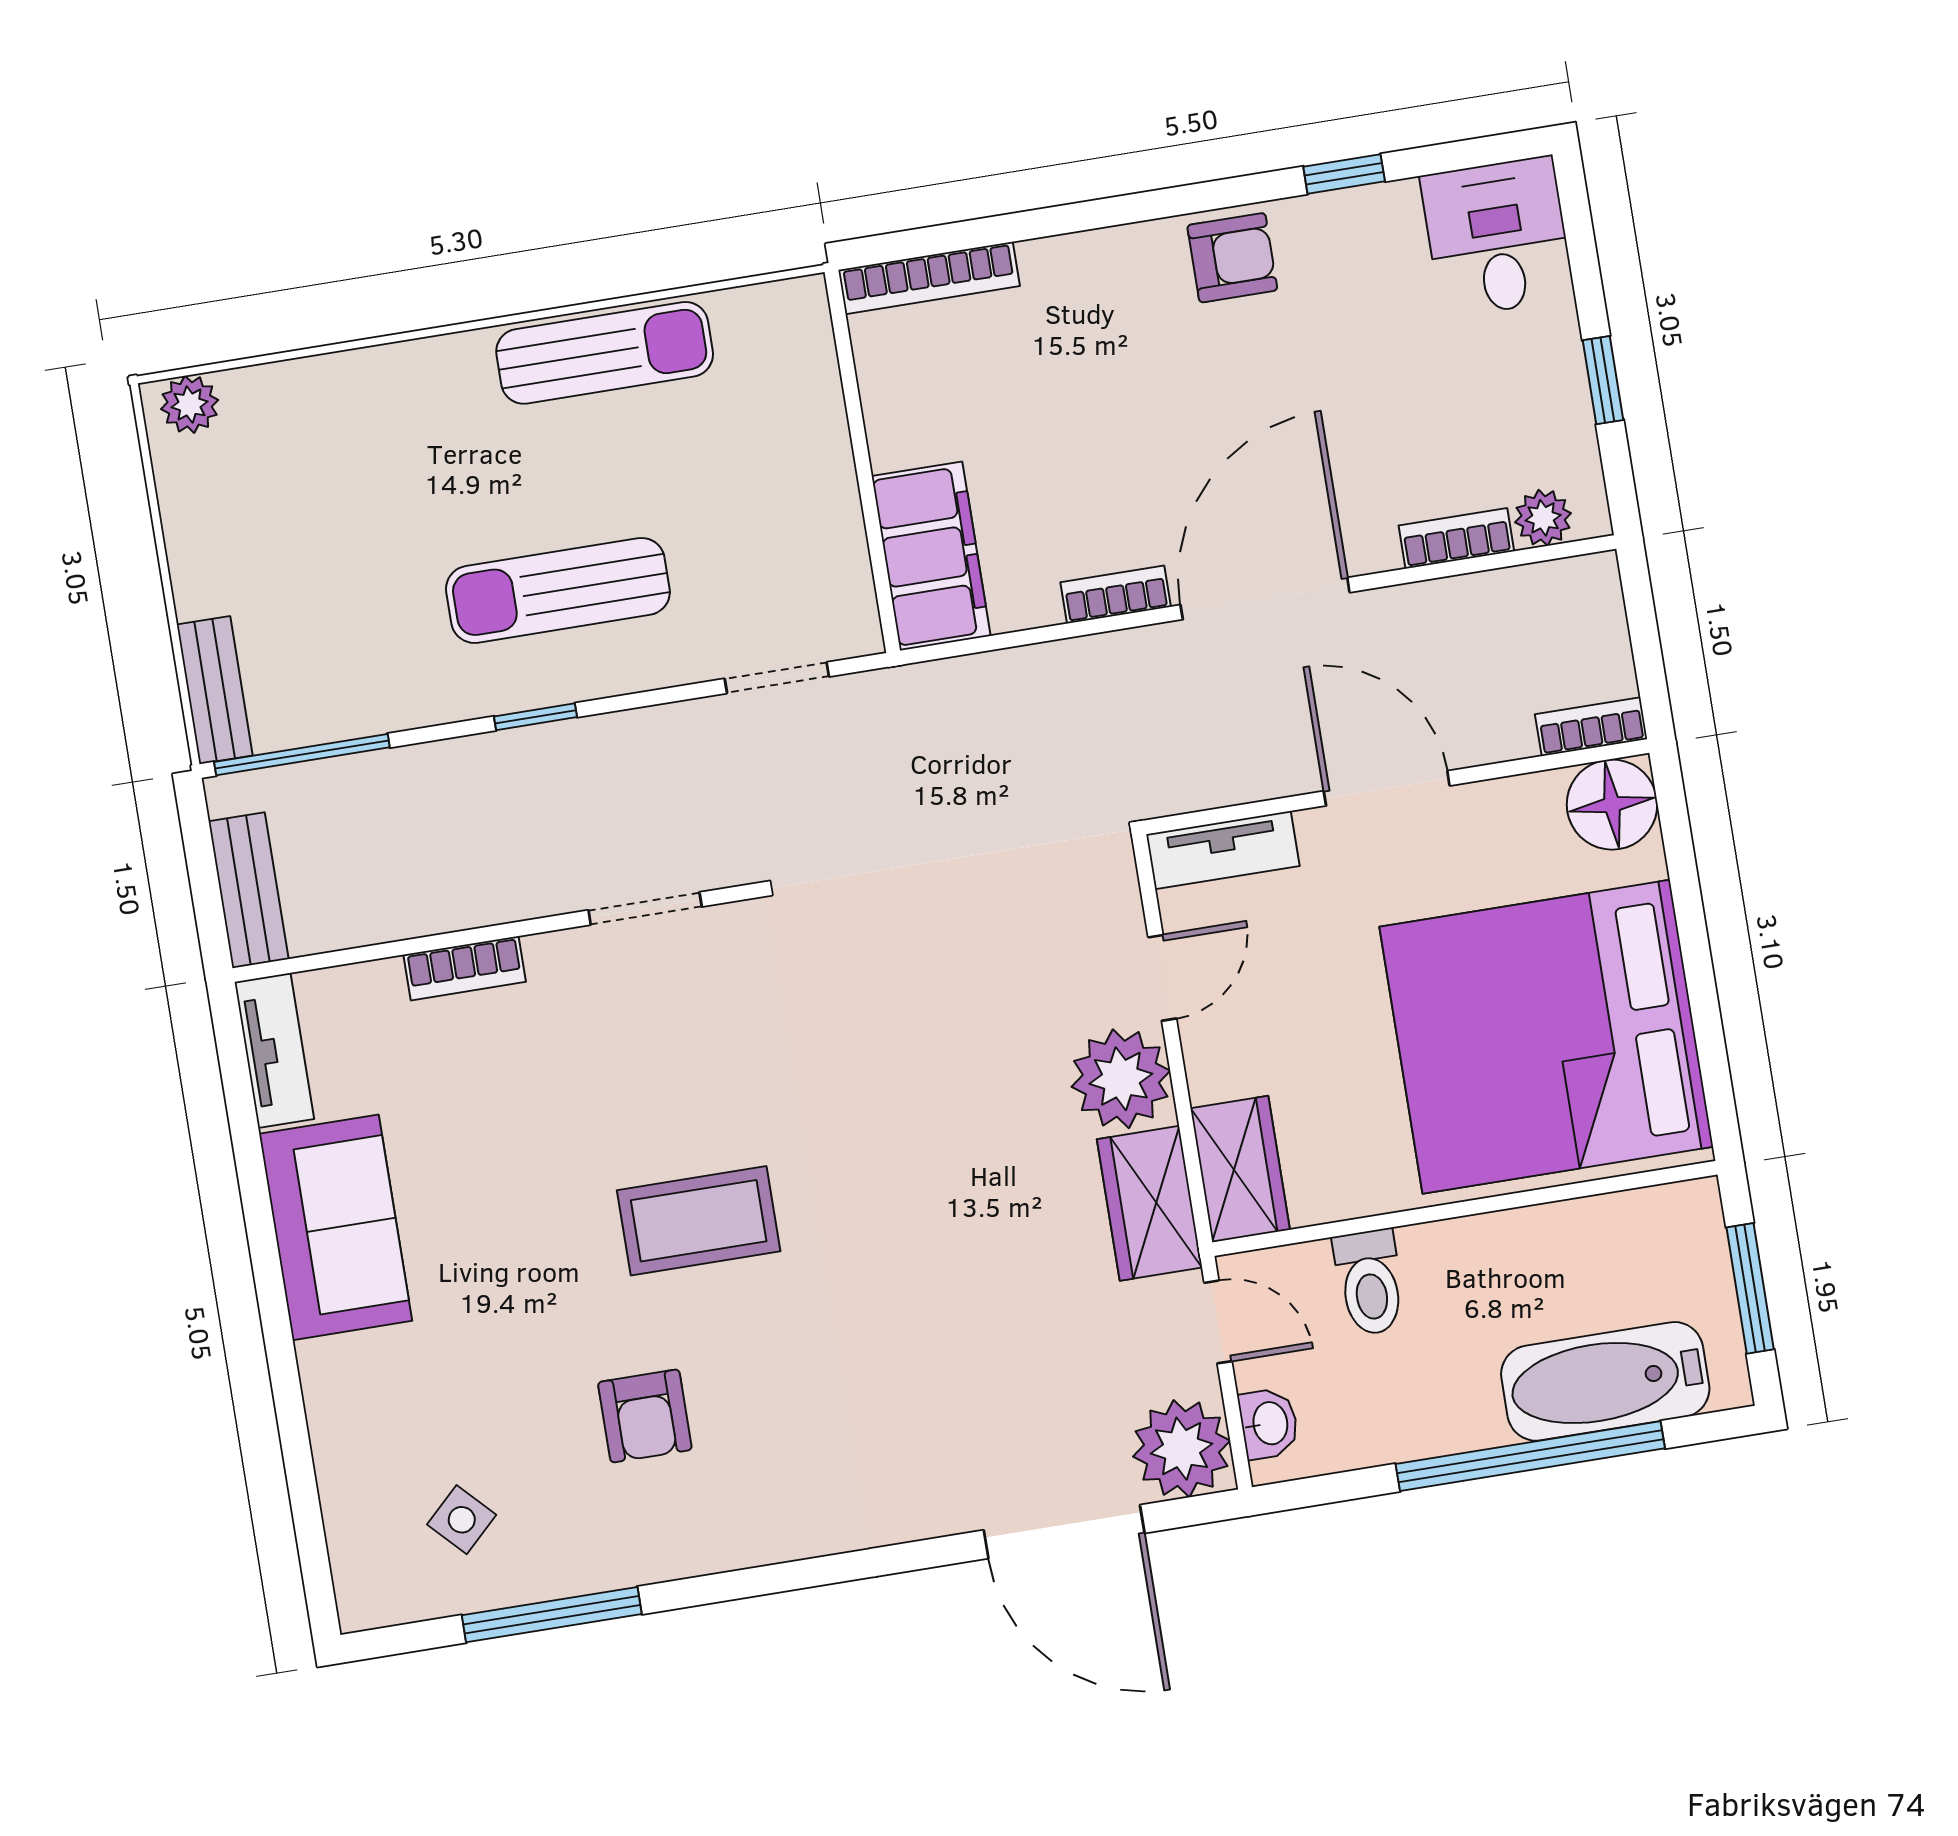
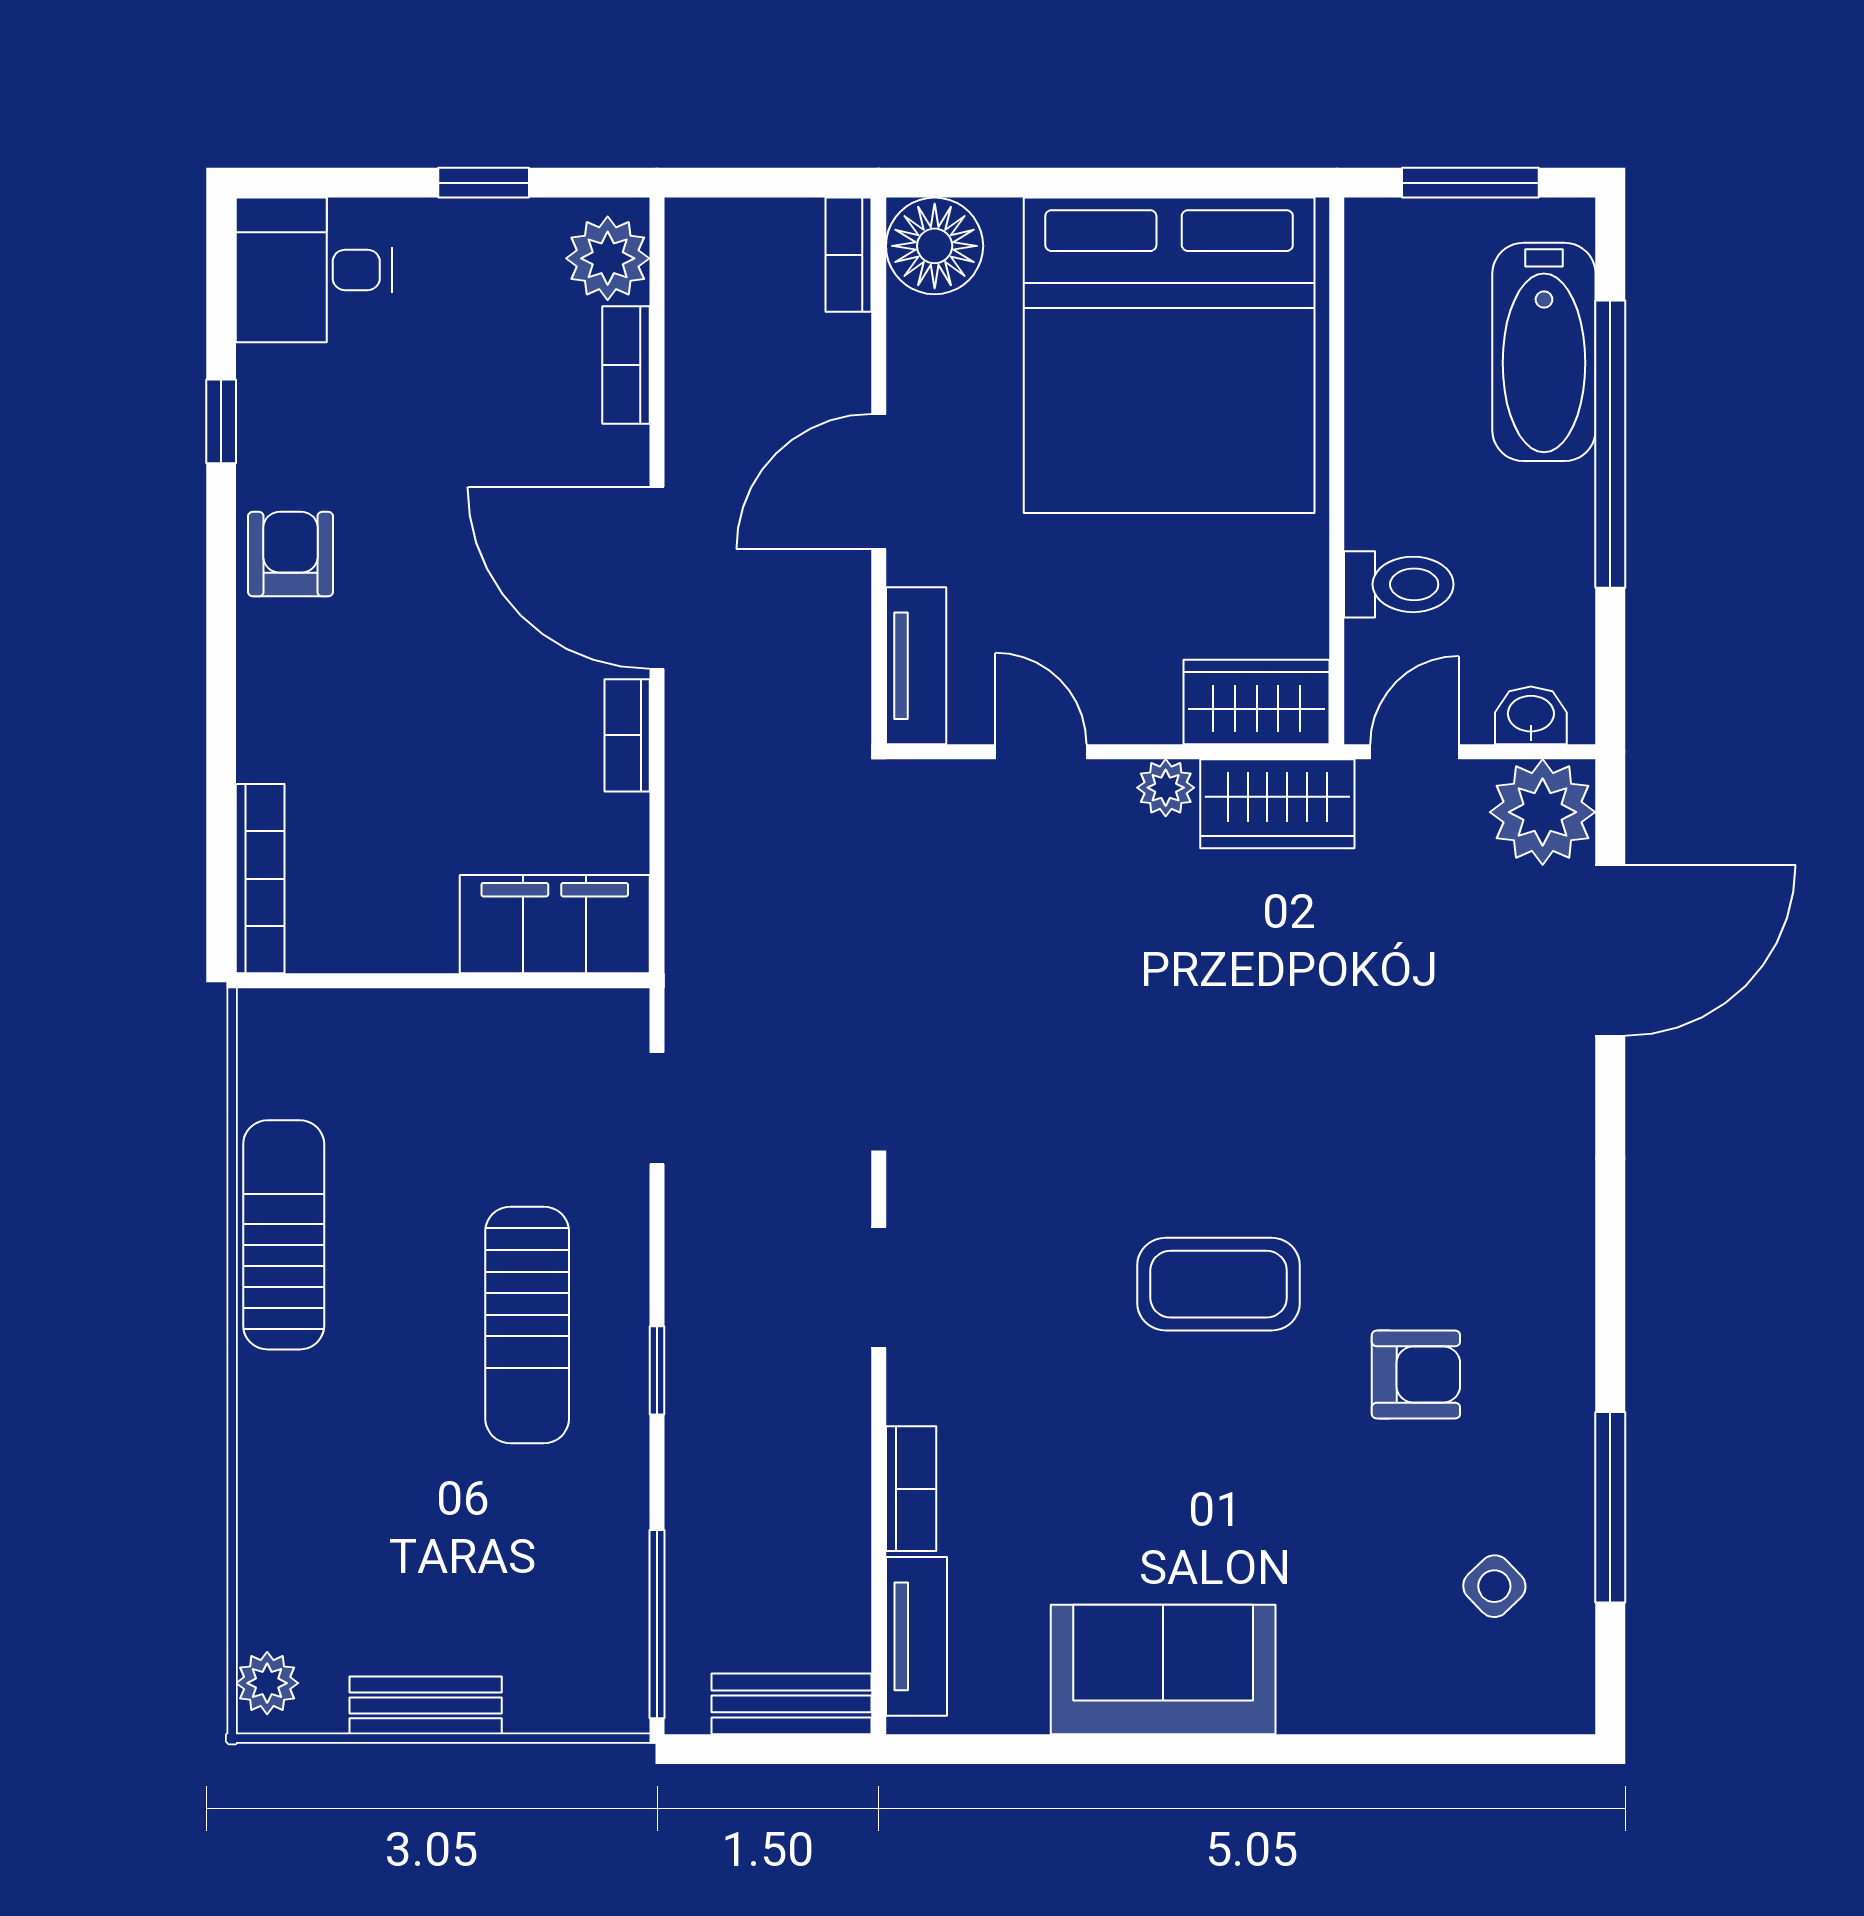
plant: (1543, 518) -> (608, 258), width x1.38, depth x1.38
bench: (215, 690) -> (426, 1705), moved
tv unit: (274, 1051) -> (916, 1636), moved, turned 90
plant: (1121, 1079) -> (1166, 788), width x0.53, depth x0.53
coffee table: (699, 1221) -> (1219, 1284), turned 90

